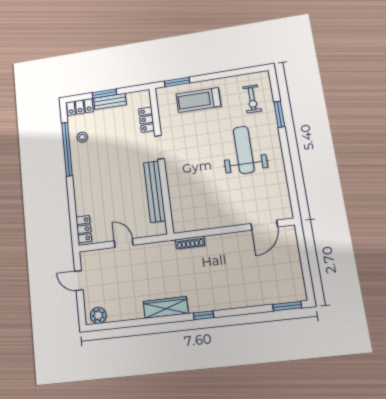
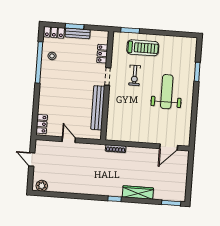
exercise bike: (252, 99) -> (135, 75), moved
treadmill: (198, 100) -> (143, 48), turned 180
wardrobe: (166, 307) -> (138, 193), moved

